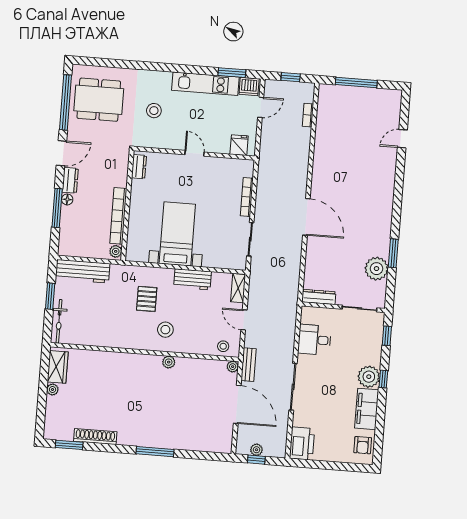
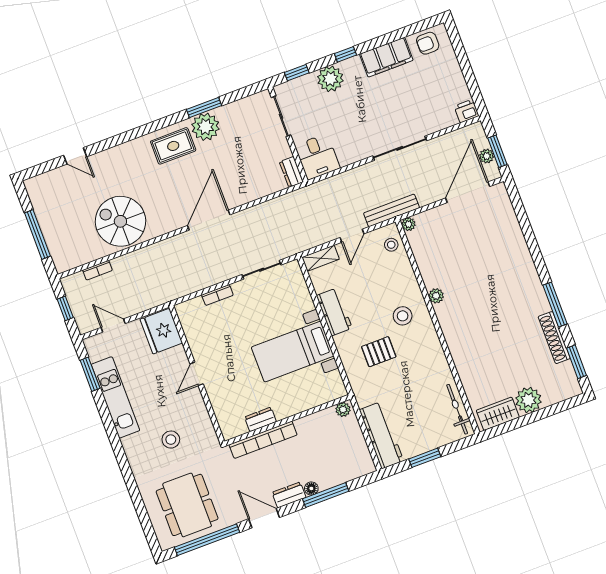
dishwasher: (249, 87) -> (96, 349), removed
fridge: (239, 145) -> (161, 331), width x1.88, depth x1.34
spiral stairs: (337, 150) -> (120, 221), added
dresser: (139, 167) -> (260, 419), moved
bookcase: (247, 197) -> (217, 295), width x0.64
bookcase: (118, 216) -> (263, 440), moved
rug: (375, 216) -> (173, 146), added
plant: (377, 269) -> (205, 127), moved
dresser: (319, 297) -> (291, 172), width x0.70
bicycle: (59, 321) -> (457, 409), moved, turned -90
desk: (314, 340) -> (317, 157), moved
bench: (249, 365) -> (391, 210), width x1.36
plant: (369, 377) -> (330, 79), moved
plant: (52, 389) -> (528, 400), width x1.88, depth x1.88
door: (237, 404) -> (468, 192), moved
printer: (302, 443) -> (467, 111), width x0.53, depth x0.68
armchair: (363, 445) -> (428, 43), turned 180
window: (155, 452) -> (555, 305), moved
window: (256, 460) -> (497, 151), width x1.50

